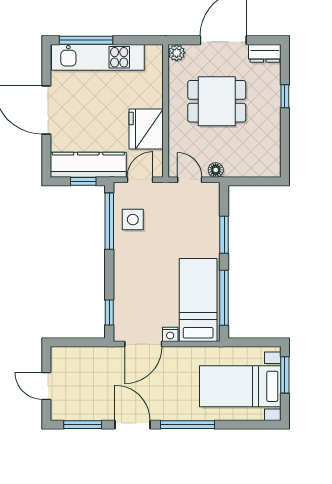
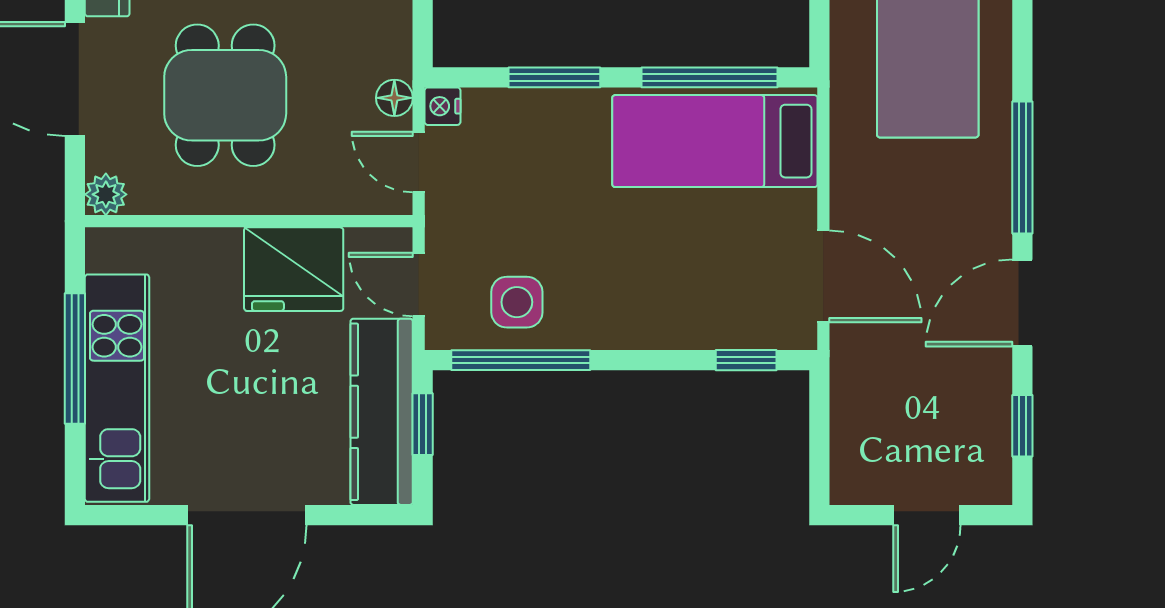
window: (86, 40) -> (75, 358), moved
door: (190, 180) -> (419, 162), hinge flipped
nightstand: (170, 334) -> (443, 106), moved, turned 180
window: (83, 425) -> (1022, 426), width x0.67

